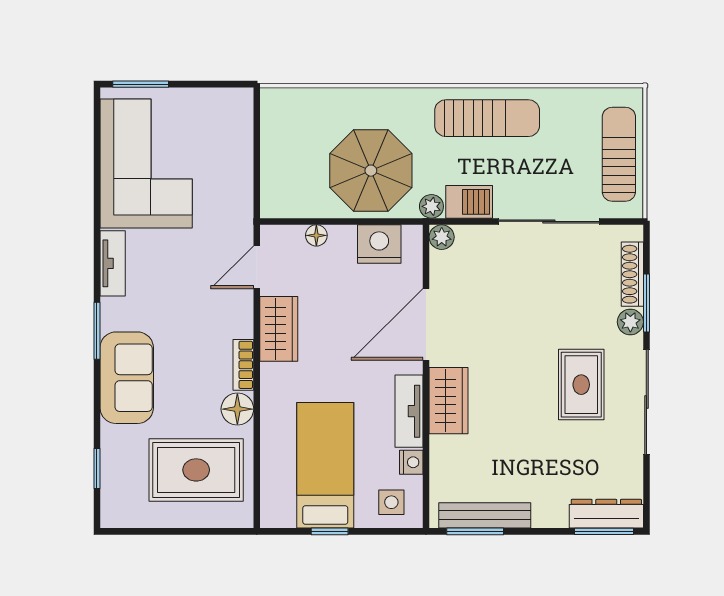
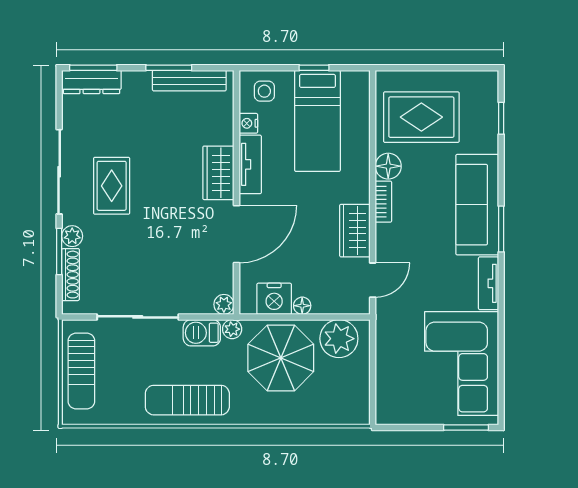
plant: (299, 195) -> (339, 339), added
floor lamp: (316, 235) -> (302, 306), moved
sofa: (127, 378) -> (477, 205), width x1.36
window: (475, 531) -> (169, 68), moved

